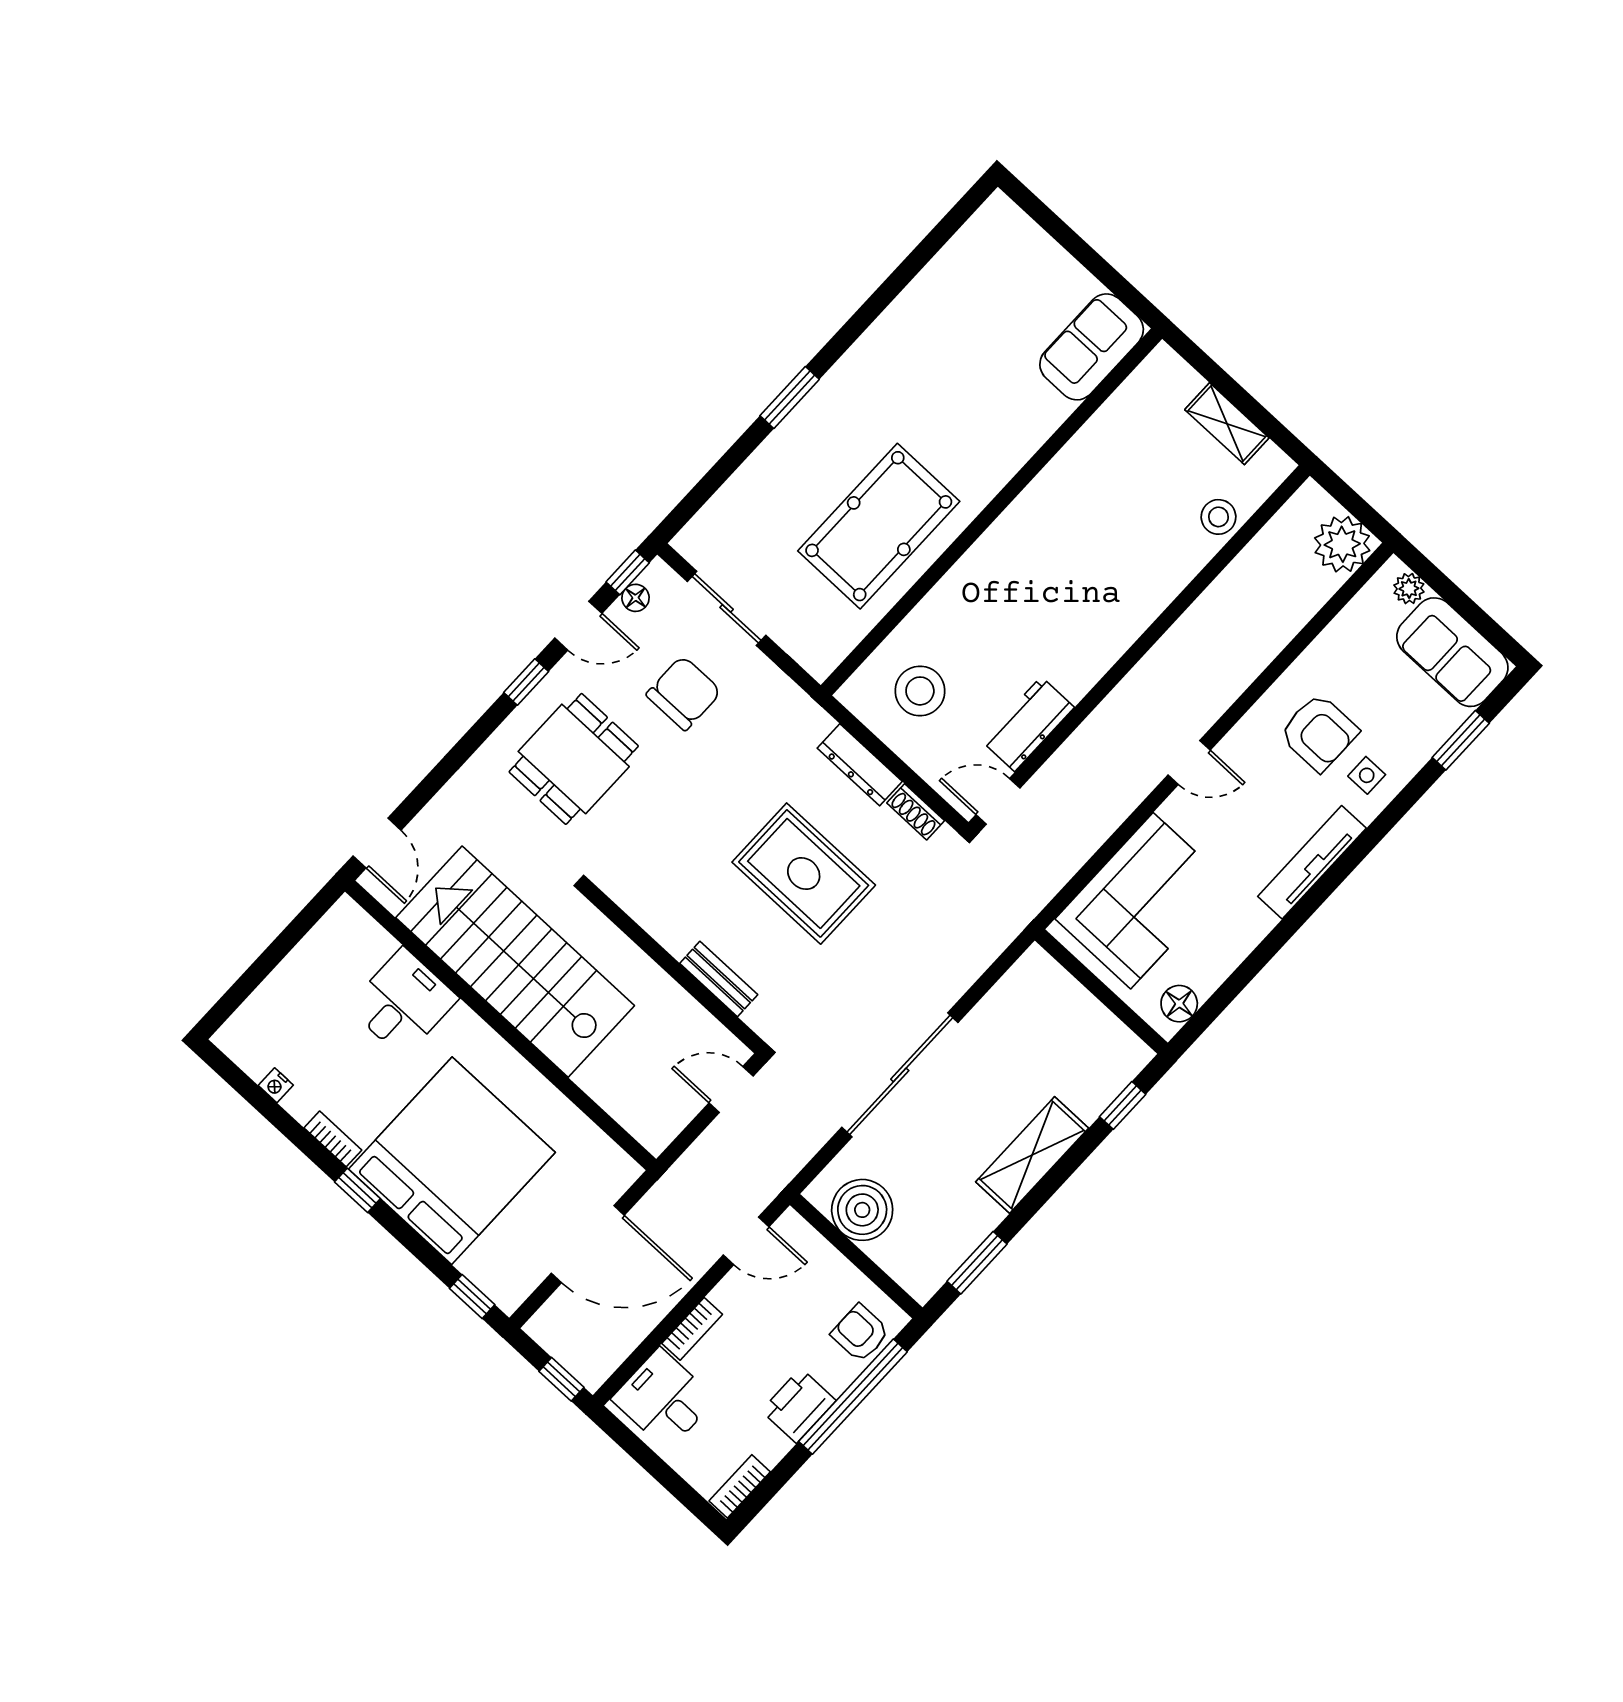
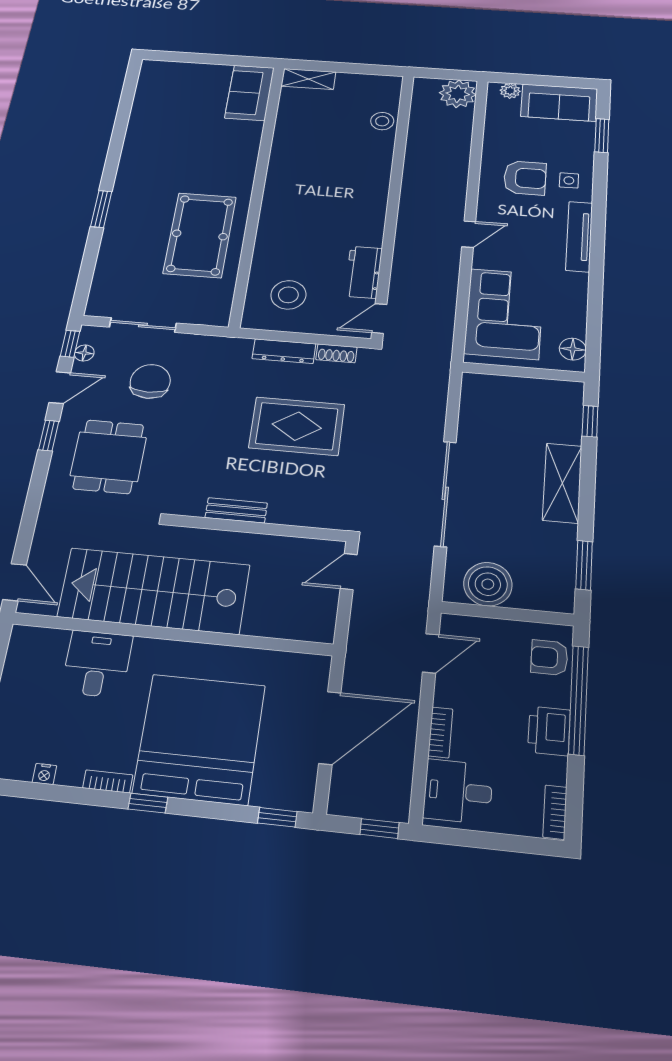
shelving: (1227, 424) -> (308, 79), moved
bench: (719, 979) -> (236, 510), moved

